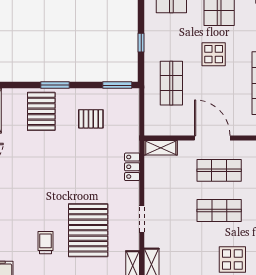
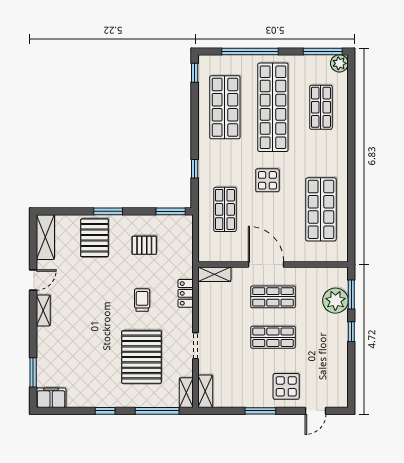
trolley: (45, 243) -> (142, 300), moved

